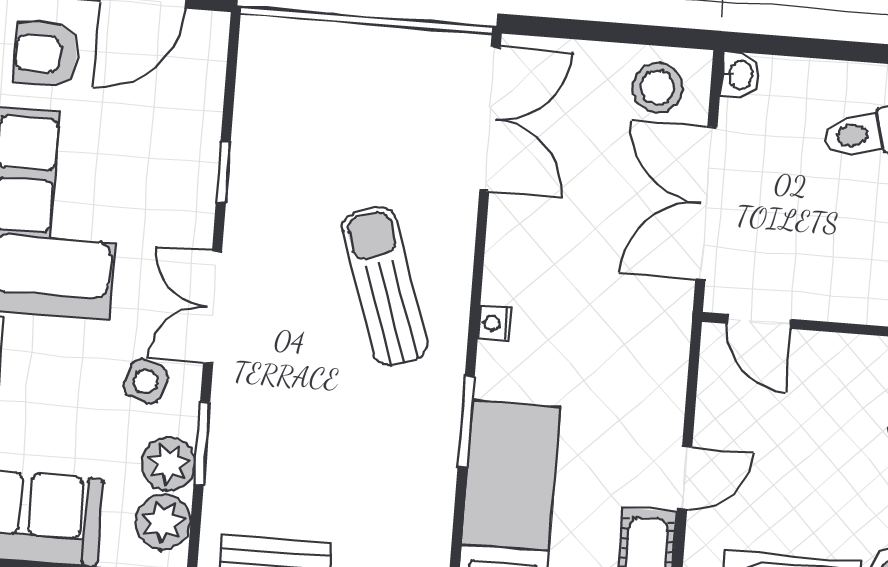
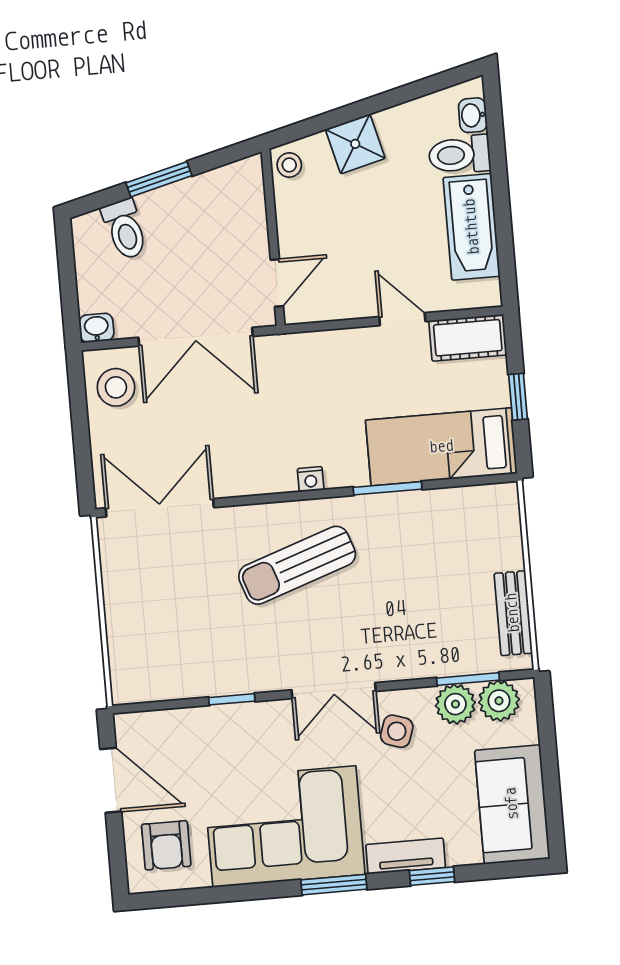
window: (202, 443) -> (468, 679), moved

